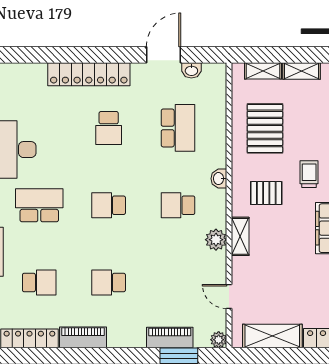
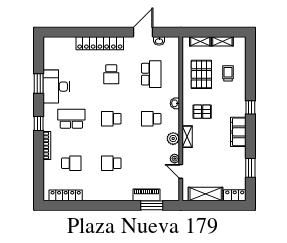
trolley: (309, 174) -> (228, 73), moved
piano: (83, 337) -> (97, 195), removed
plant: (219, 340) -> (175, 159), moved

